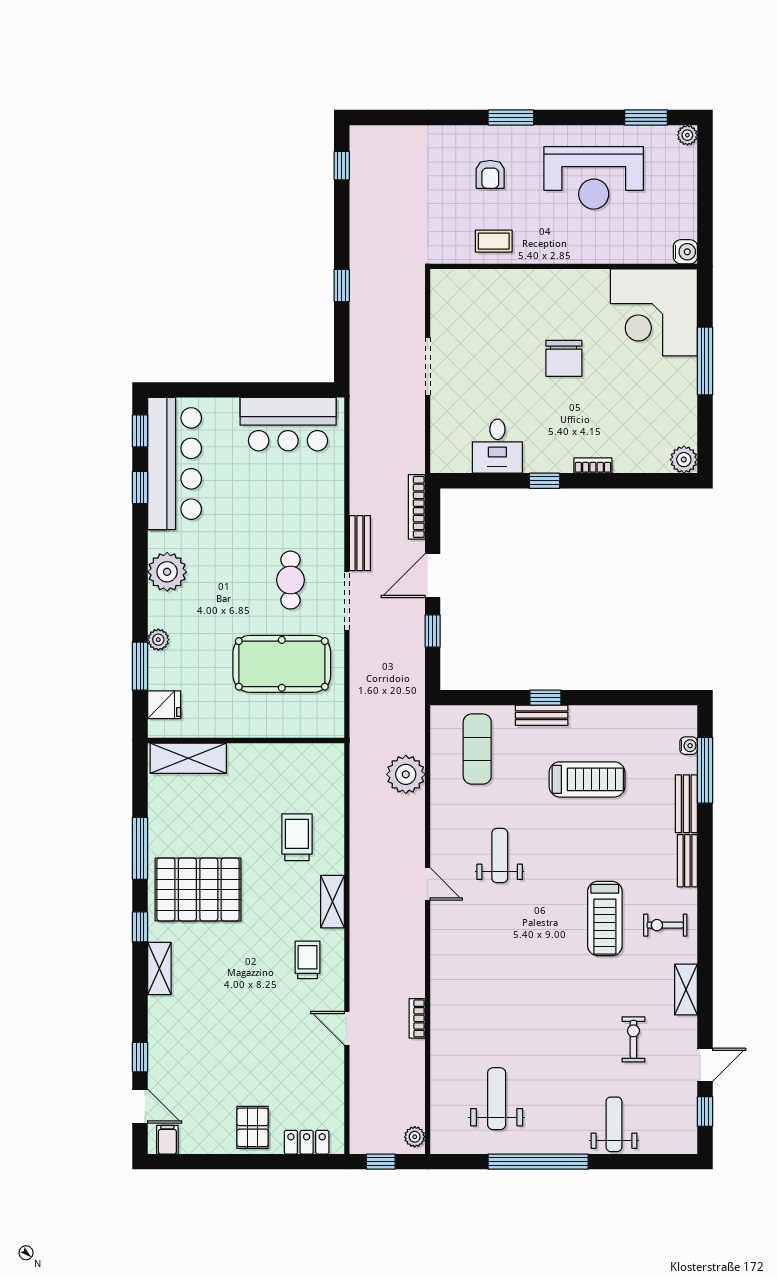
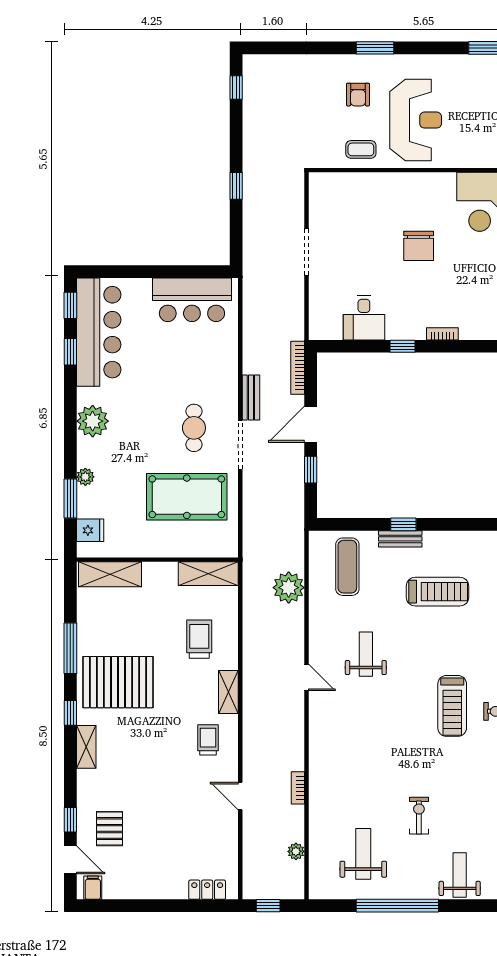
reception desk: (594, 178) -> (416, 120), moved, turned -90
shelving: (308, 758) -> (208, 574), added
exercise bike: (633, 1039) -> (419, 816), moved
pallet: (253, 1127) -> (110, 829), moved
plant: (415, 1137) -> (296, 851), moved

